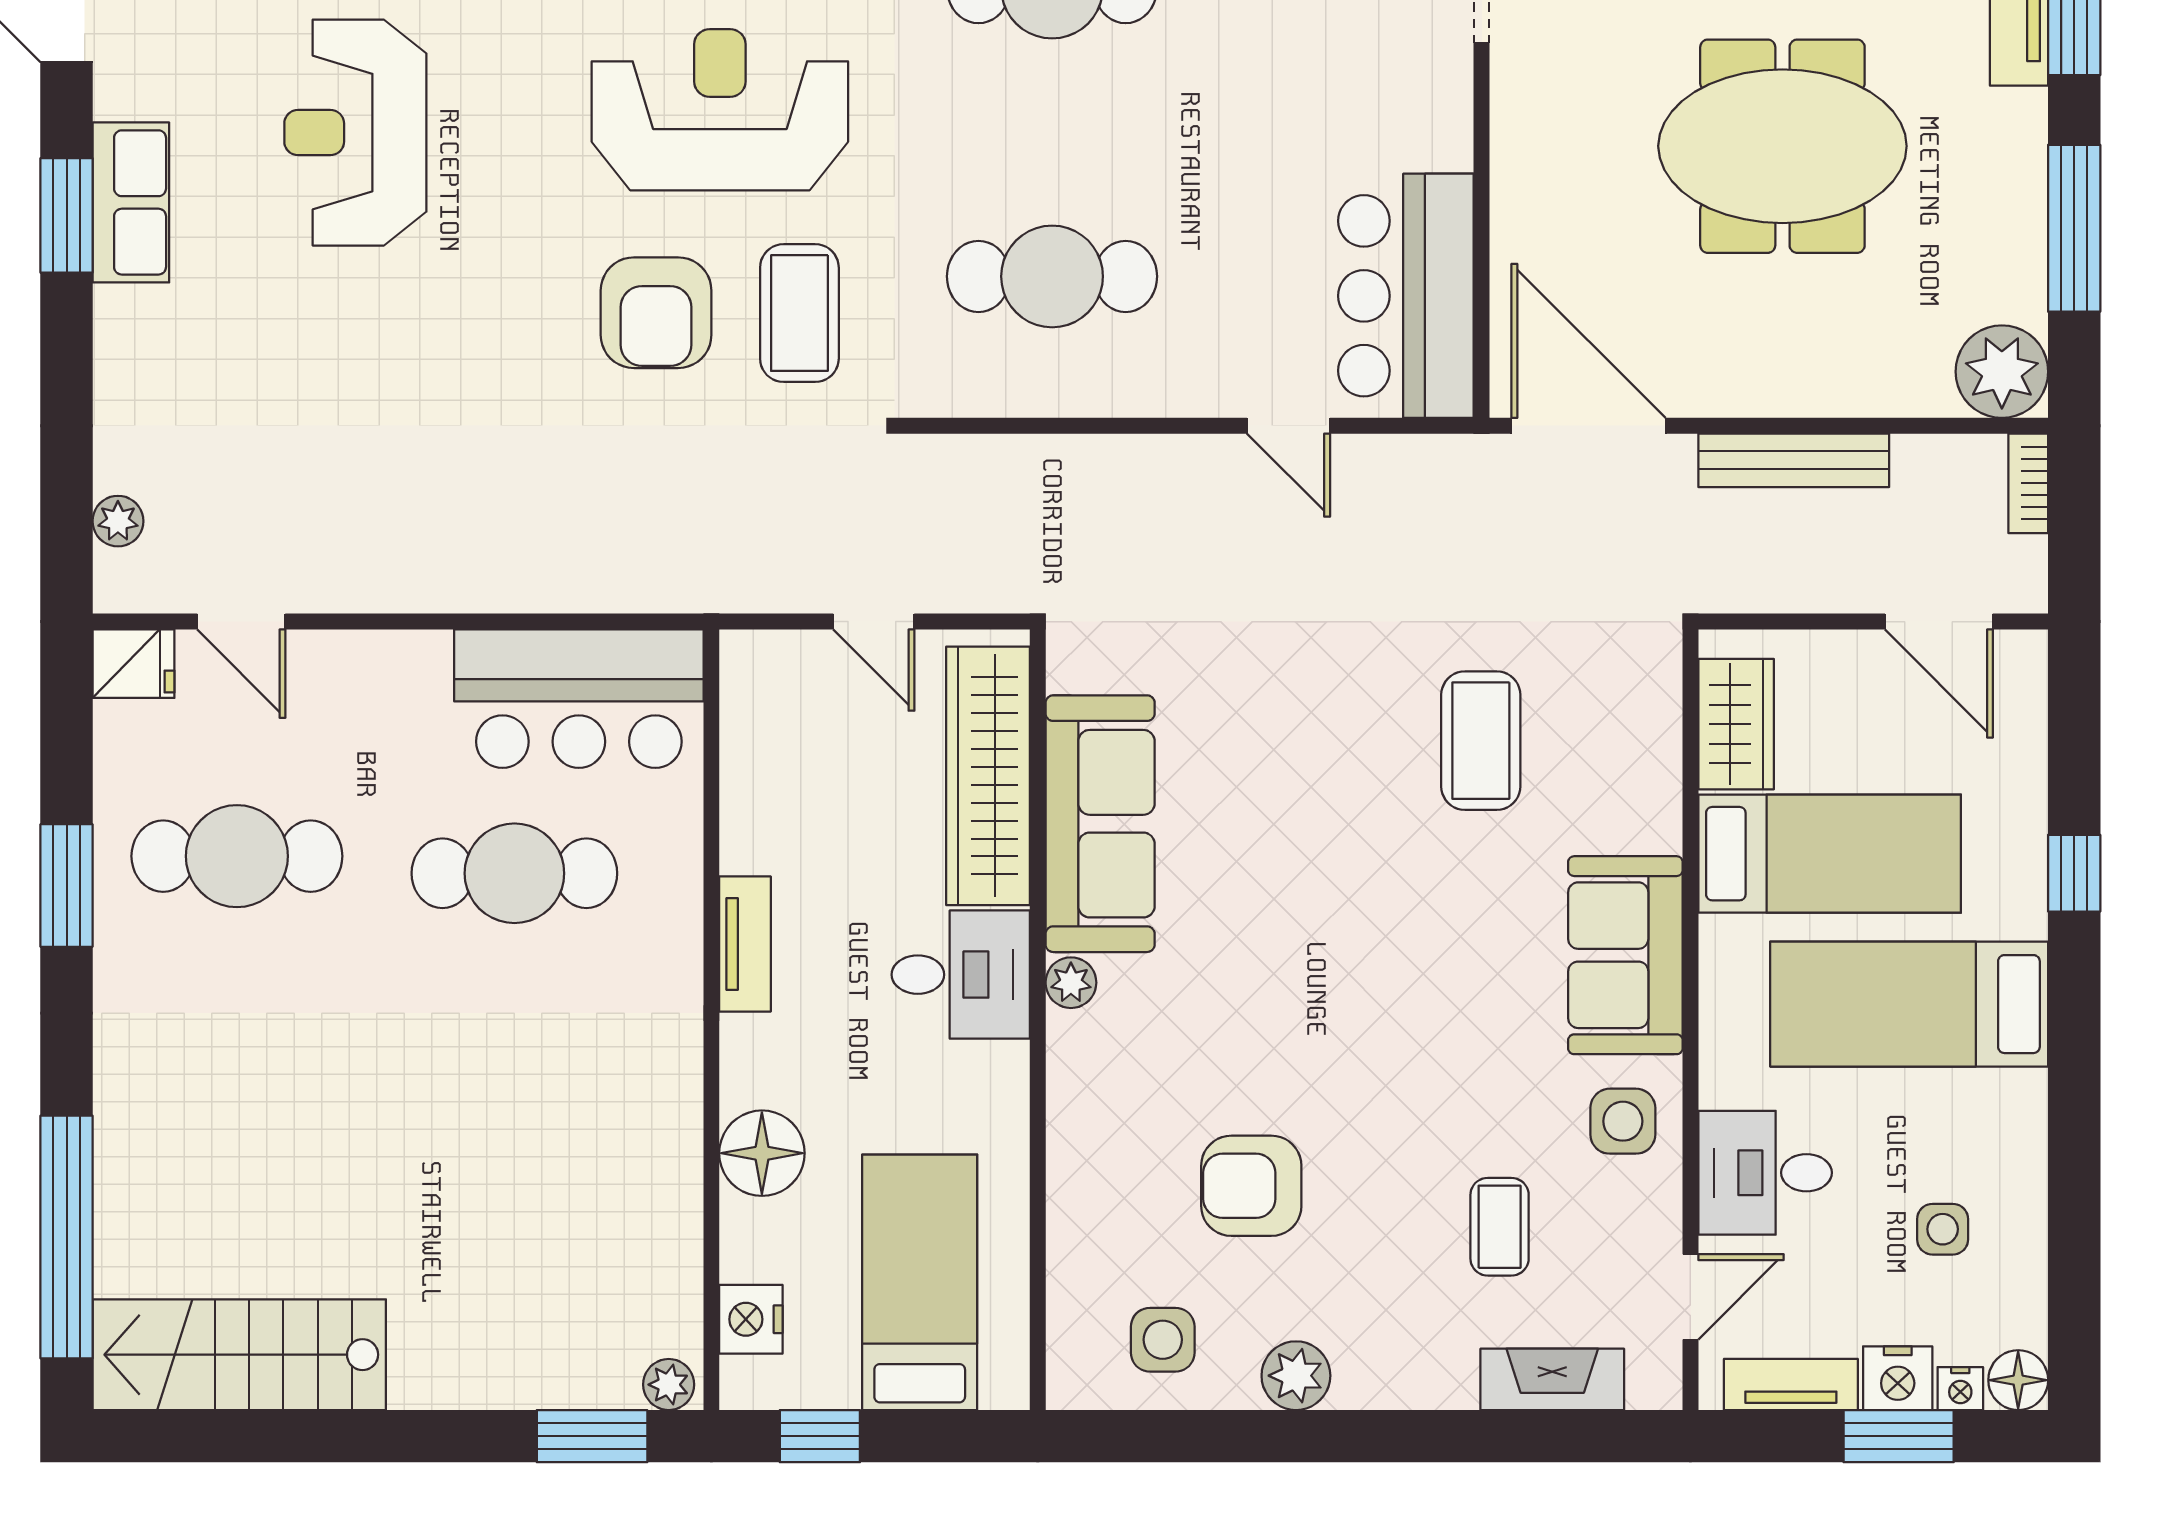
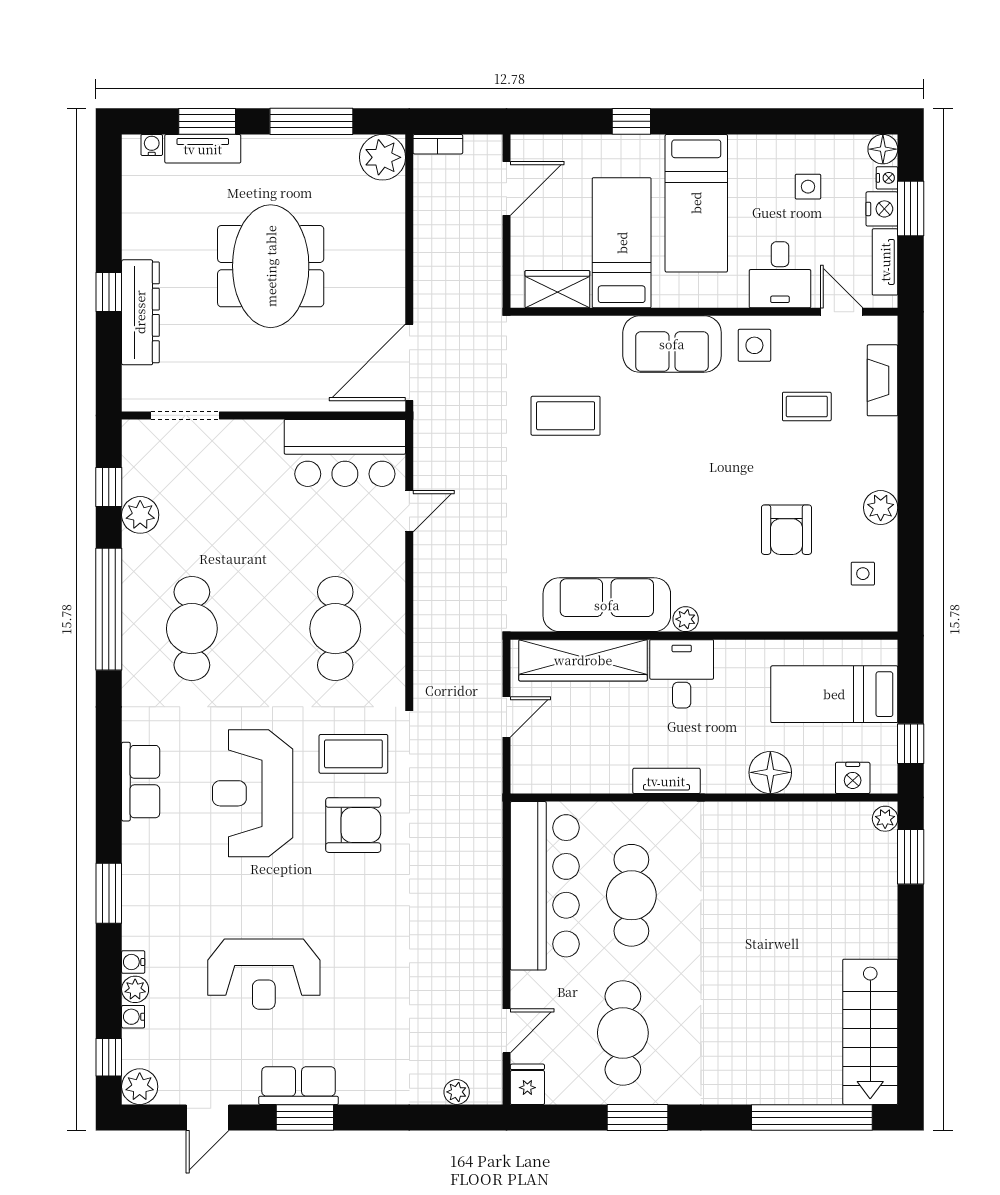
bench: (1794, 460) -> (426, 261), removed
bar counter: (579, 699) -> (545, 886), width x1.36
side table: (1163, 1340) -> (863, 574), width x0.73, depth x0.73

